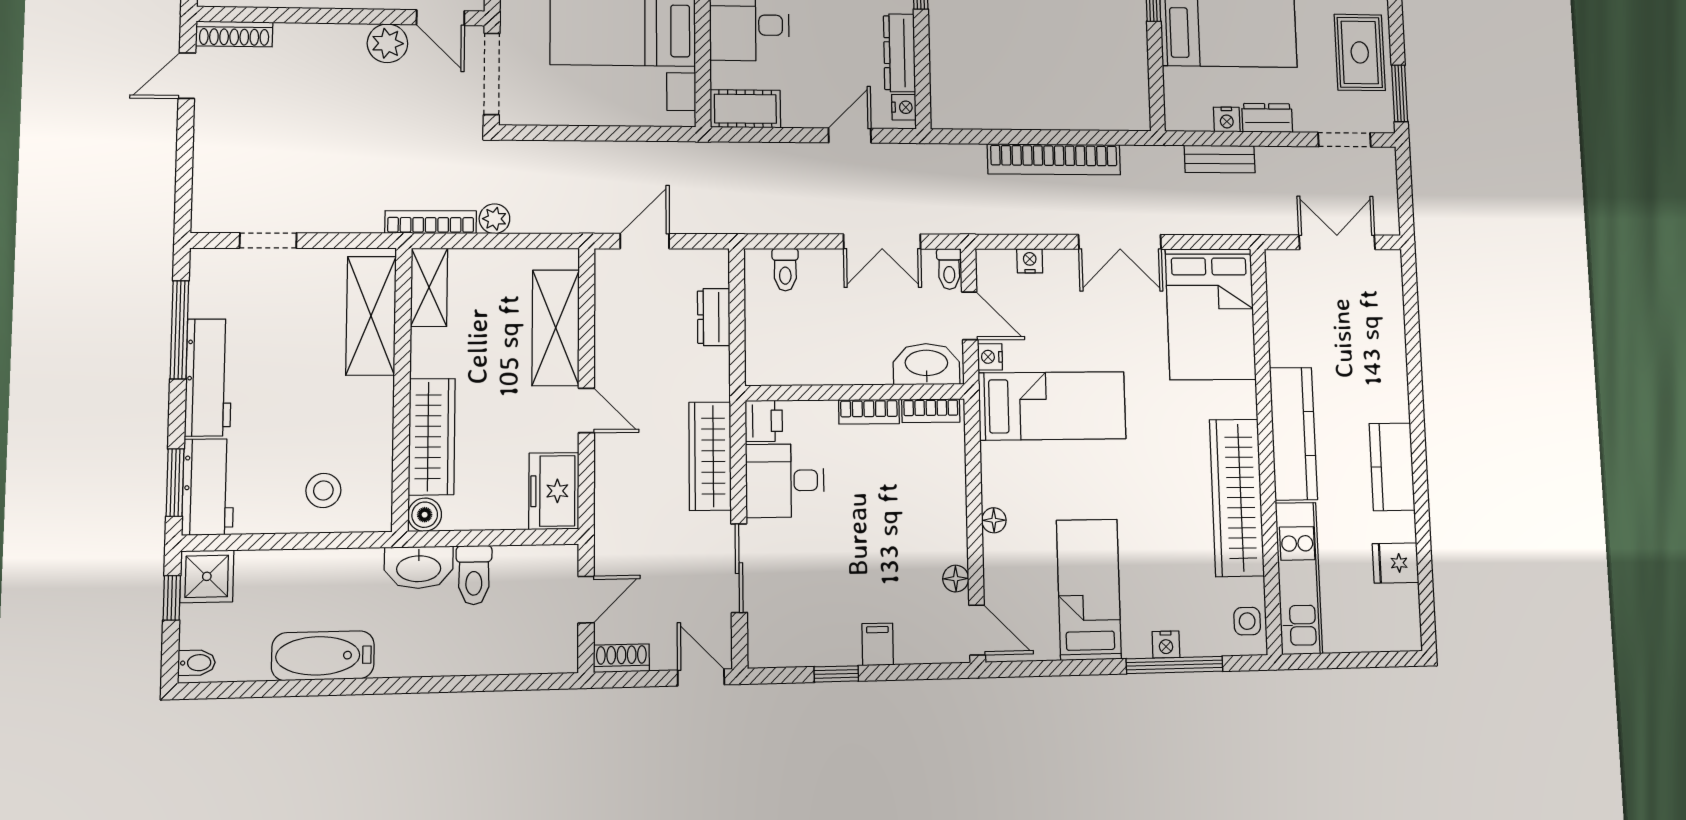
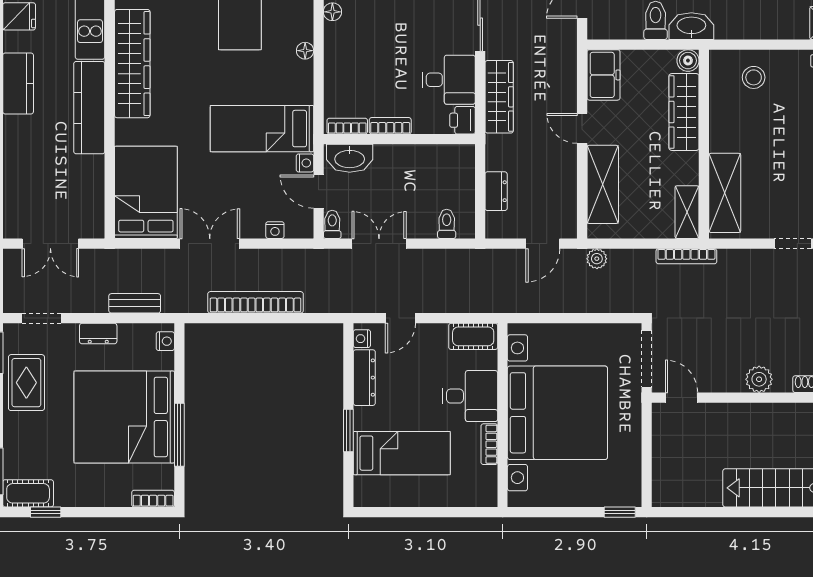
plant: (387, 43) -> (759, 379), moved
nightstand: (1227, 120) -> (165, 341), moved, turned 90
plant: (494, 219) -> (597, 259), moved

